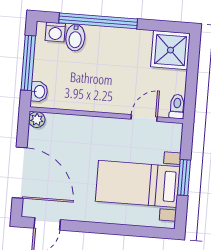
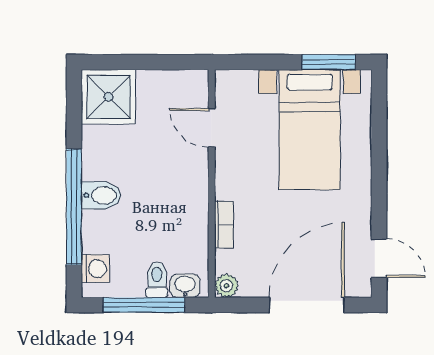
bidet: (75, 38) -> (101, 195), moved
toilet: (177, 106) -> (157, 280), moved, turned 90
bookcase: (78, 121) -> (224, 225), added
window: (184, 178) -> (329, 62), moved

